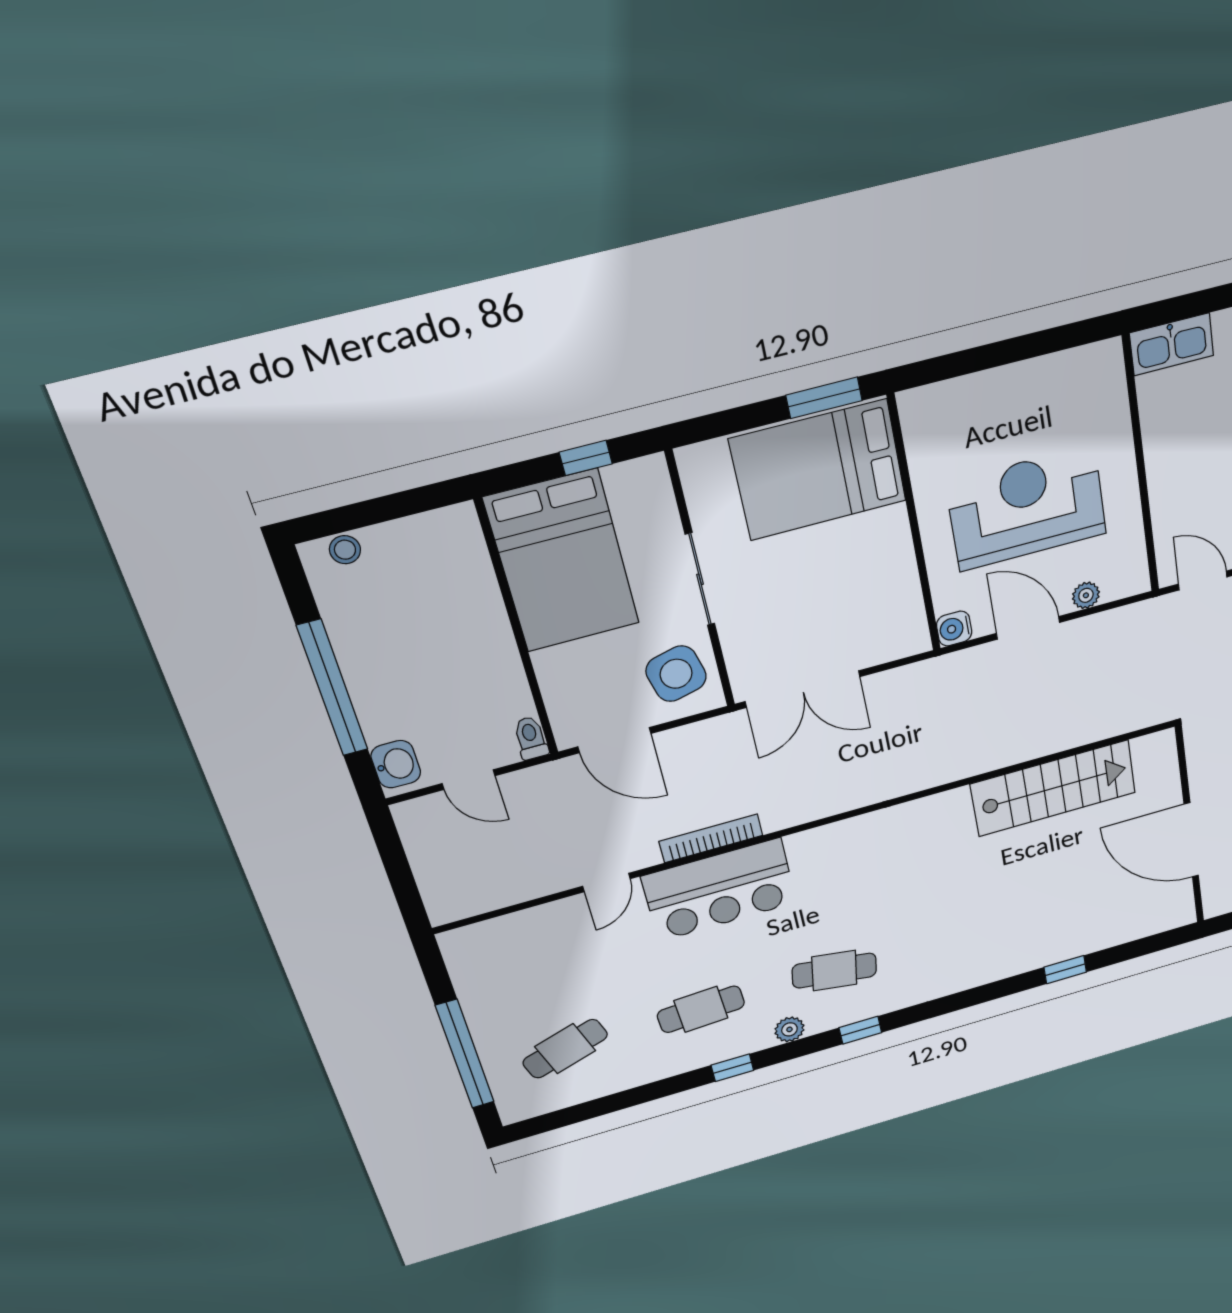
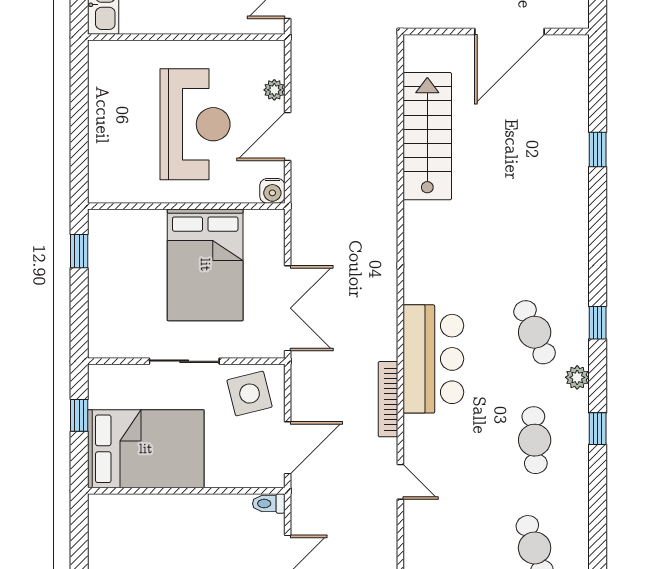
window: (824, 398) -> (79, 251), width x0.67
bed: (818, 470) -> (205, 265), moved
reception desk: (1027, 508) -> (195, 124), turned 180
bar counter: (719, 890) -> (433, 359), moved
cafe table: (834, 971) -> (535, 332), turned -33

